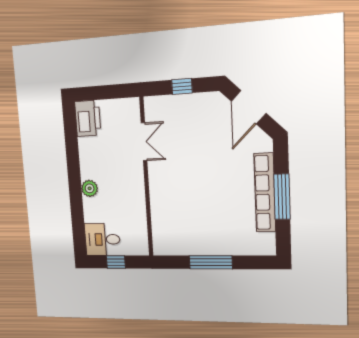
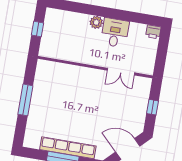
printer: (88, 118) -> (153, 32), width x0.53, depth x0.68
desk: (102, 239) -> (115, 33), moved

